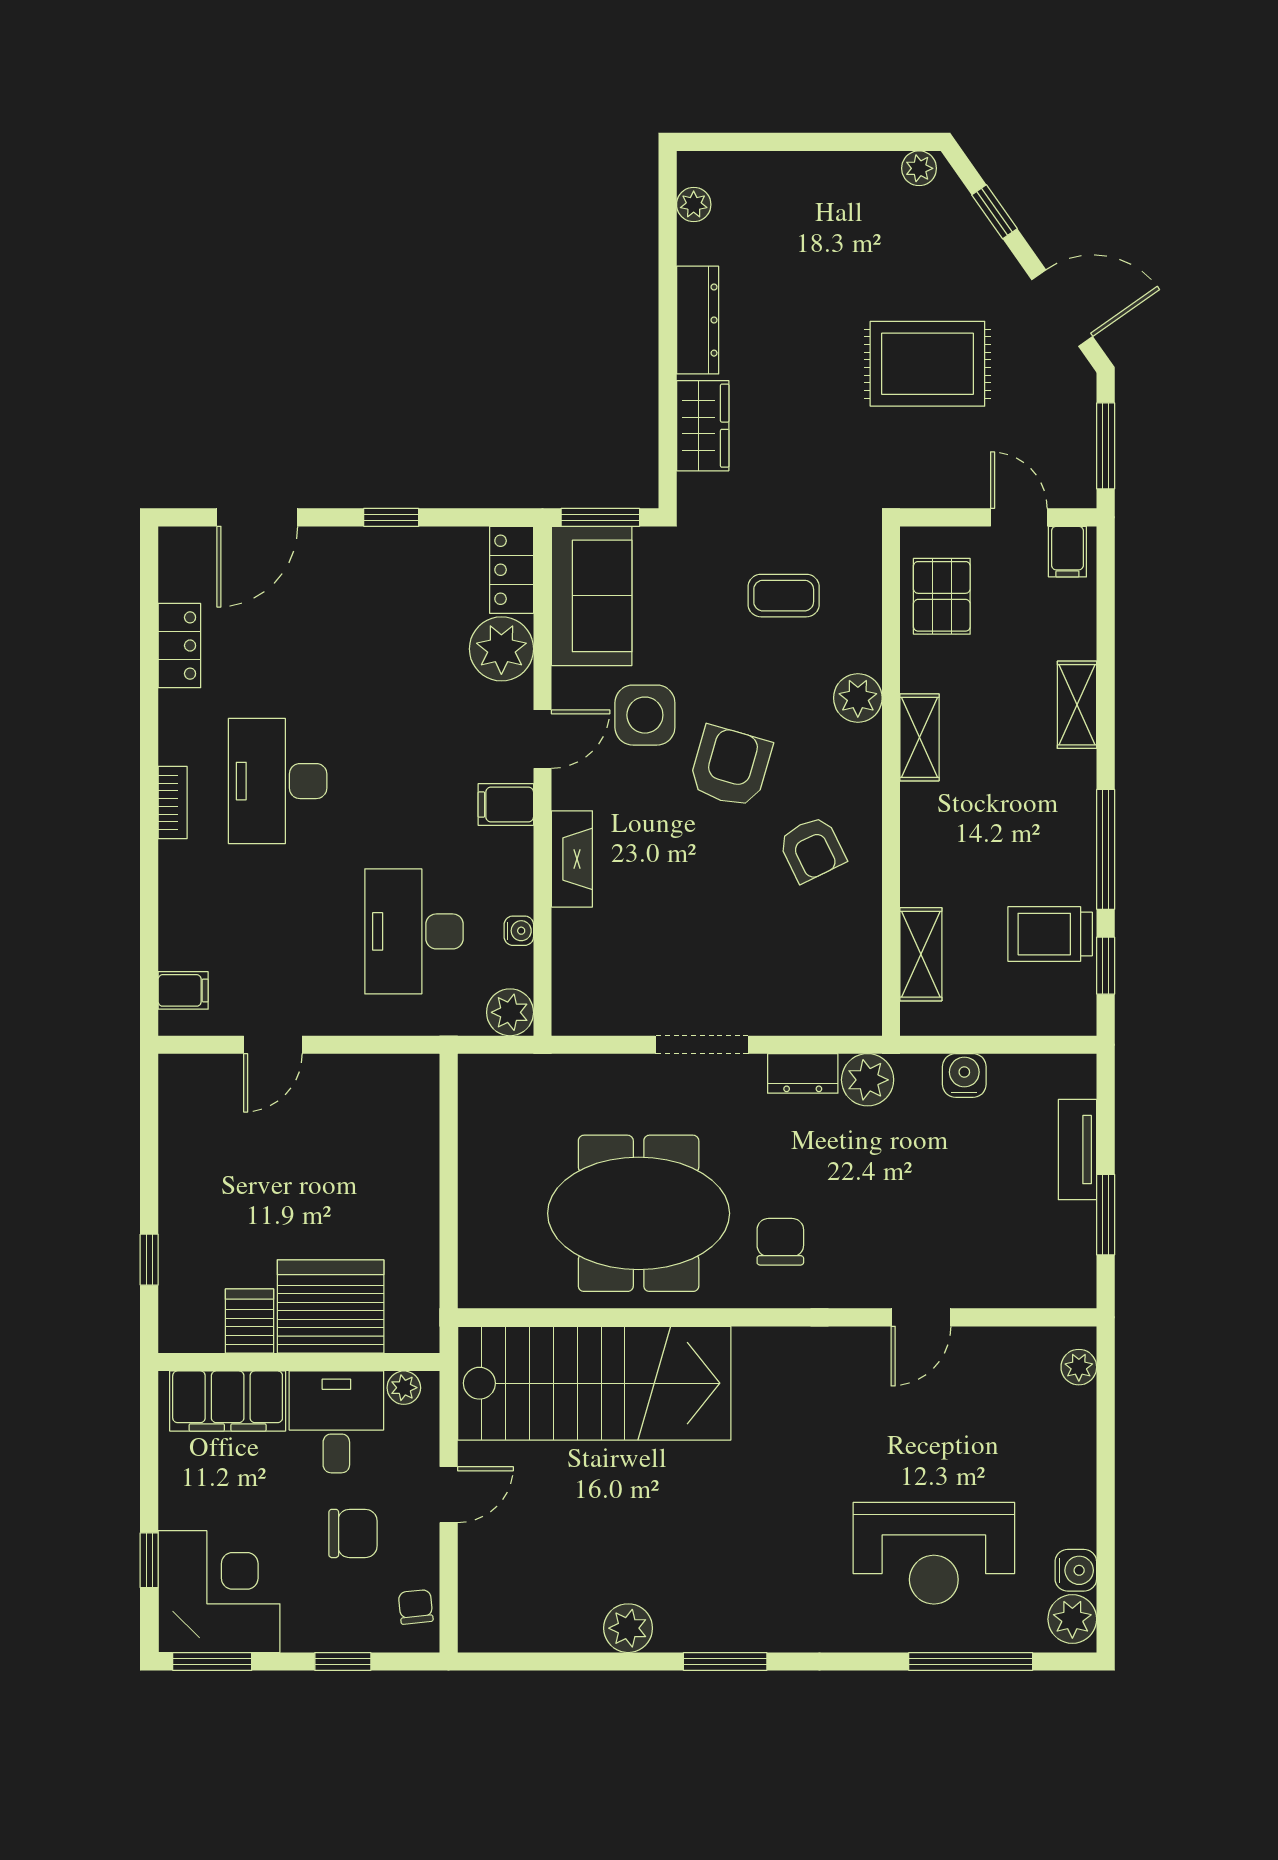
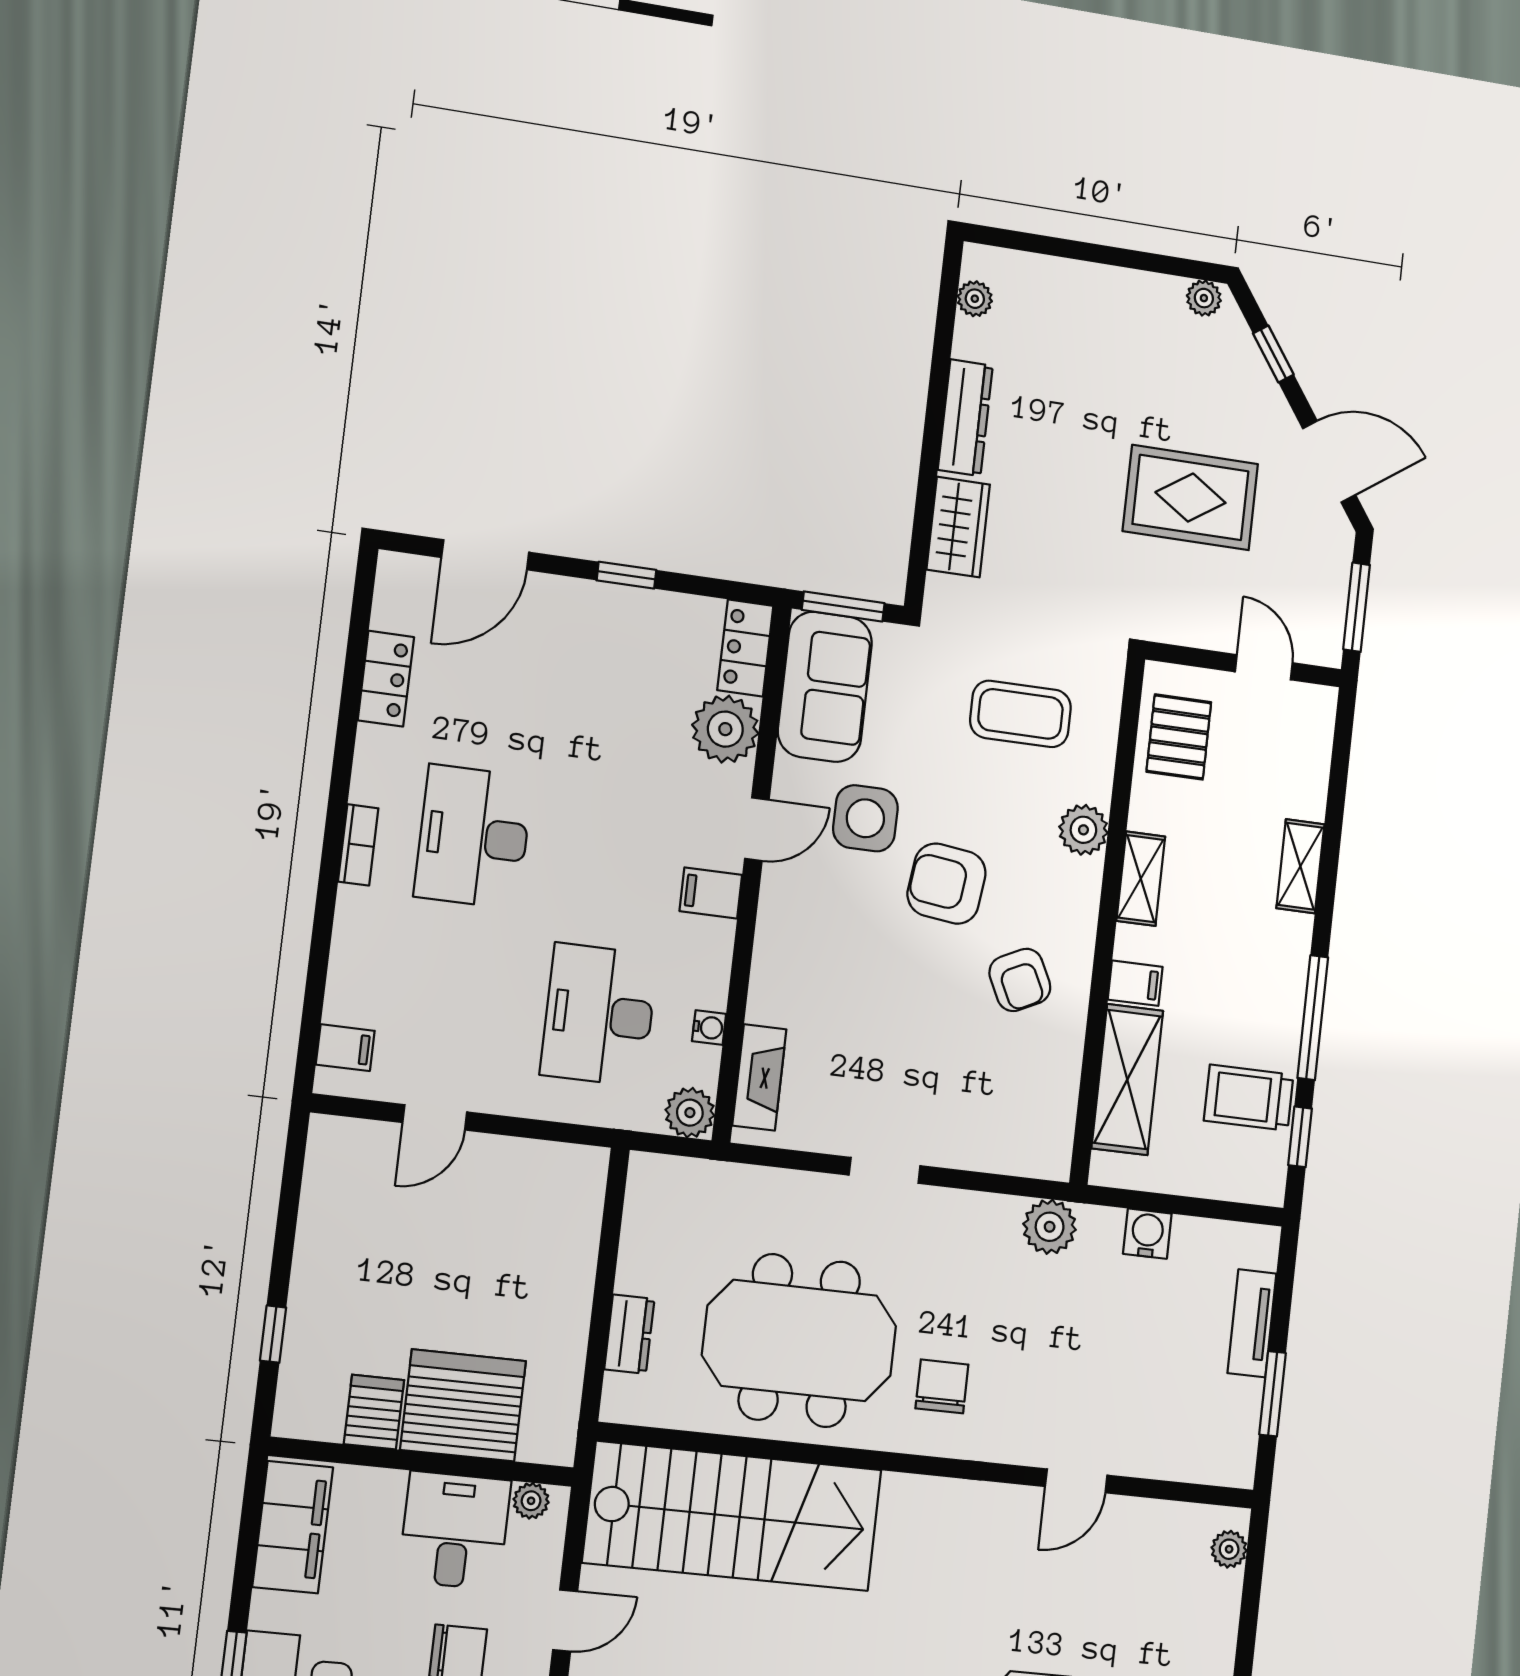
filing cabinet: (1067, 552) -> (1135, 983), moved, turned -90
coffee table: (784, 596) -> (1020, 714), width x1.36, depth x1.30
armchair: (730, 767) -> (947, 884), turned -99
fireplace: (572, 859) -> (759, 1077), moved
shelving: (921, 954) -> (1127, 1080), width x1.50, depth x1.33
doorway: (702, 1045) -> (885, 1170), width x0.73
dresser: (803, 1073) -> (629, 1334), moved, turned -90
filing cabinet: (228, 1401) -> (293, 1527), moved, turned -90

